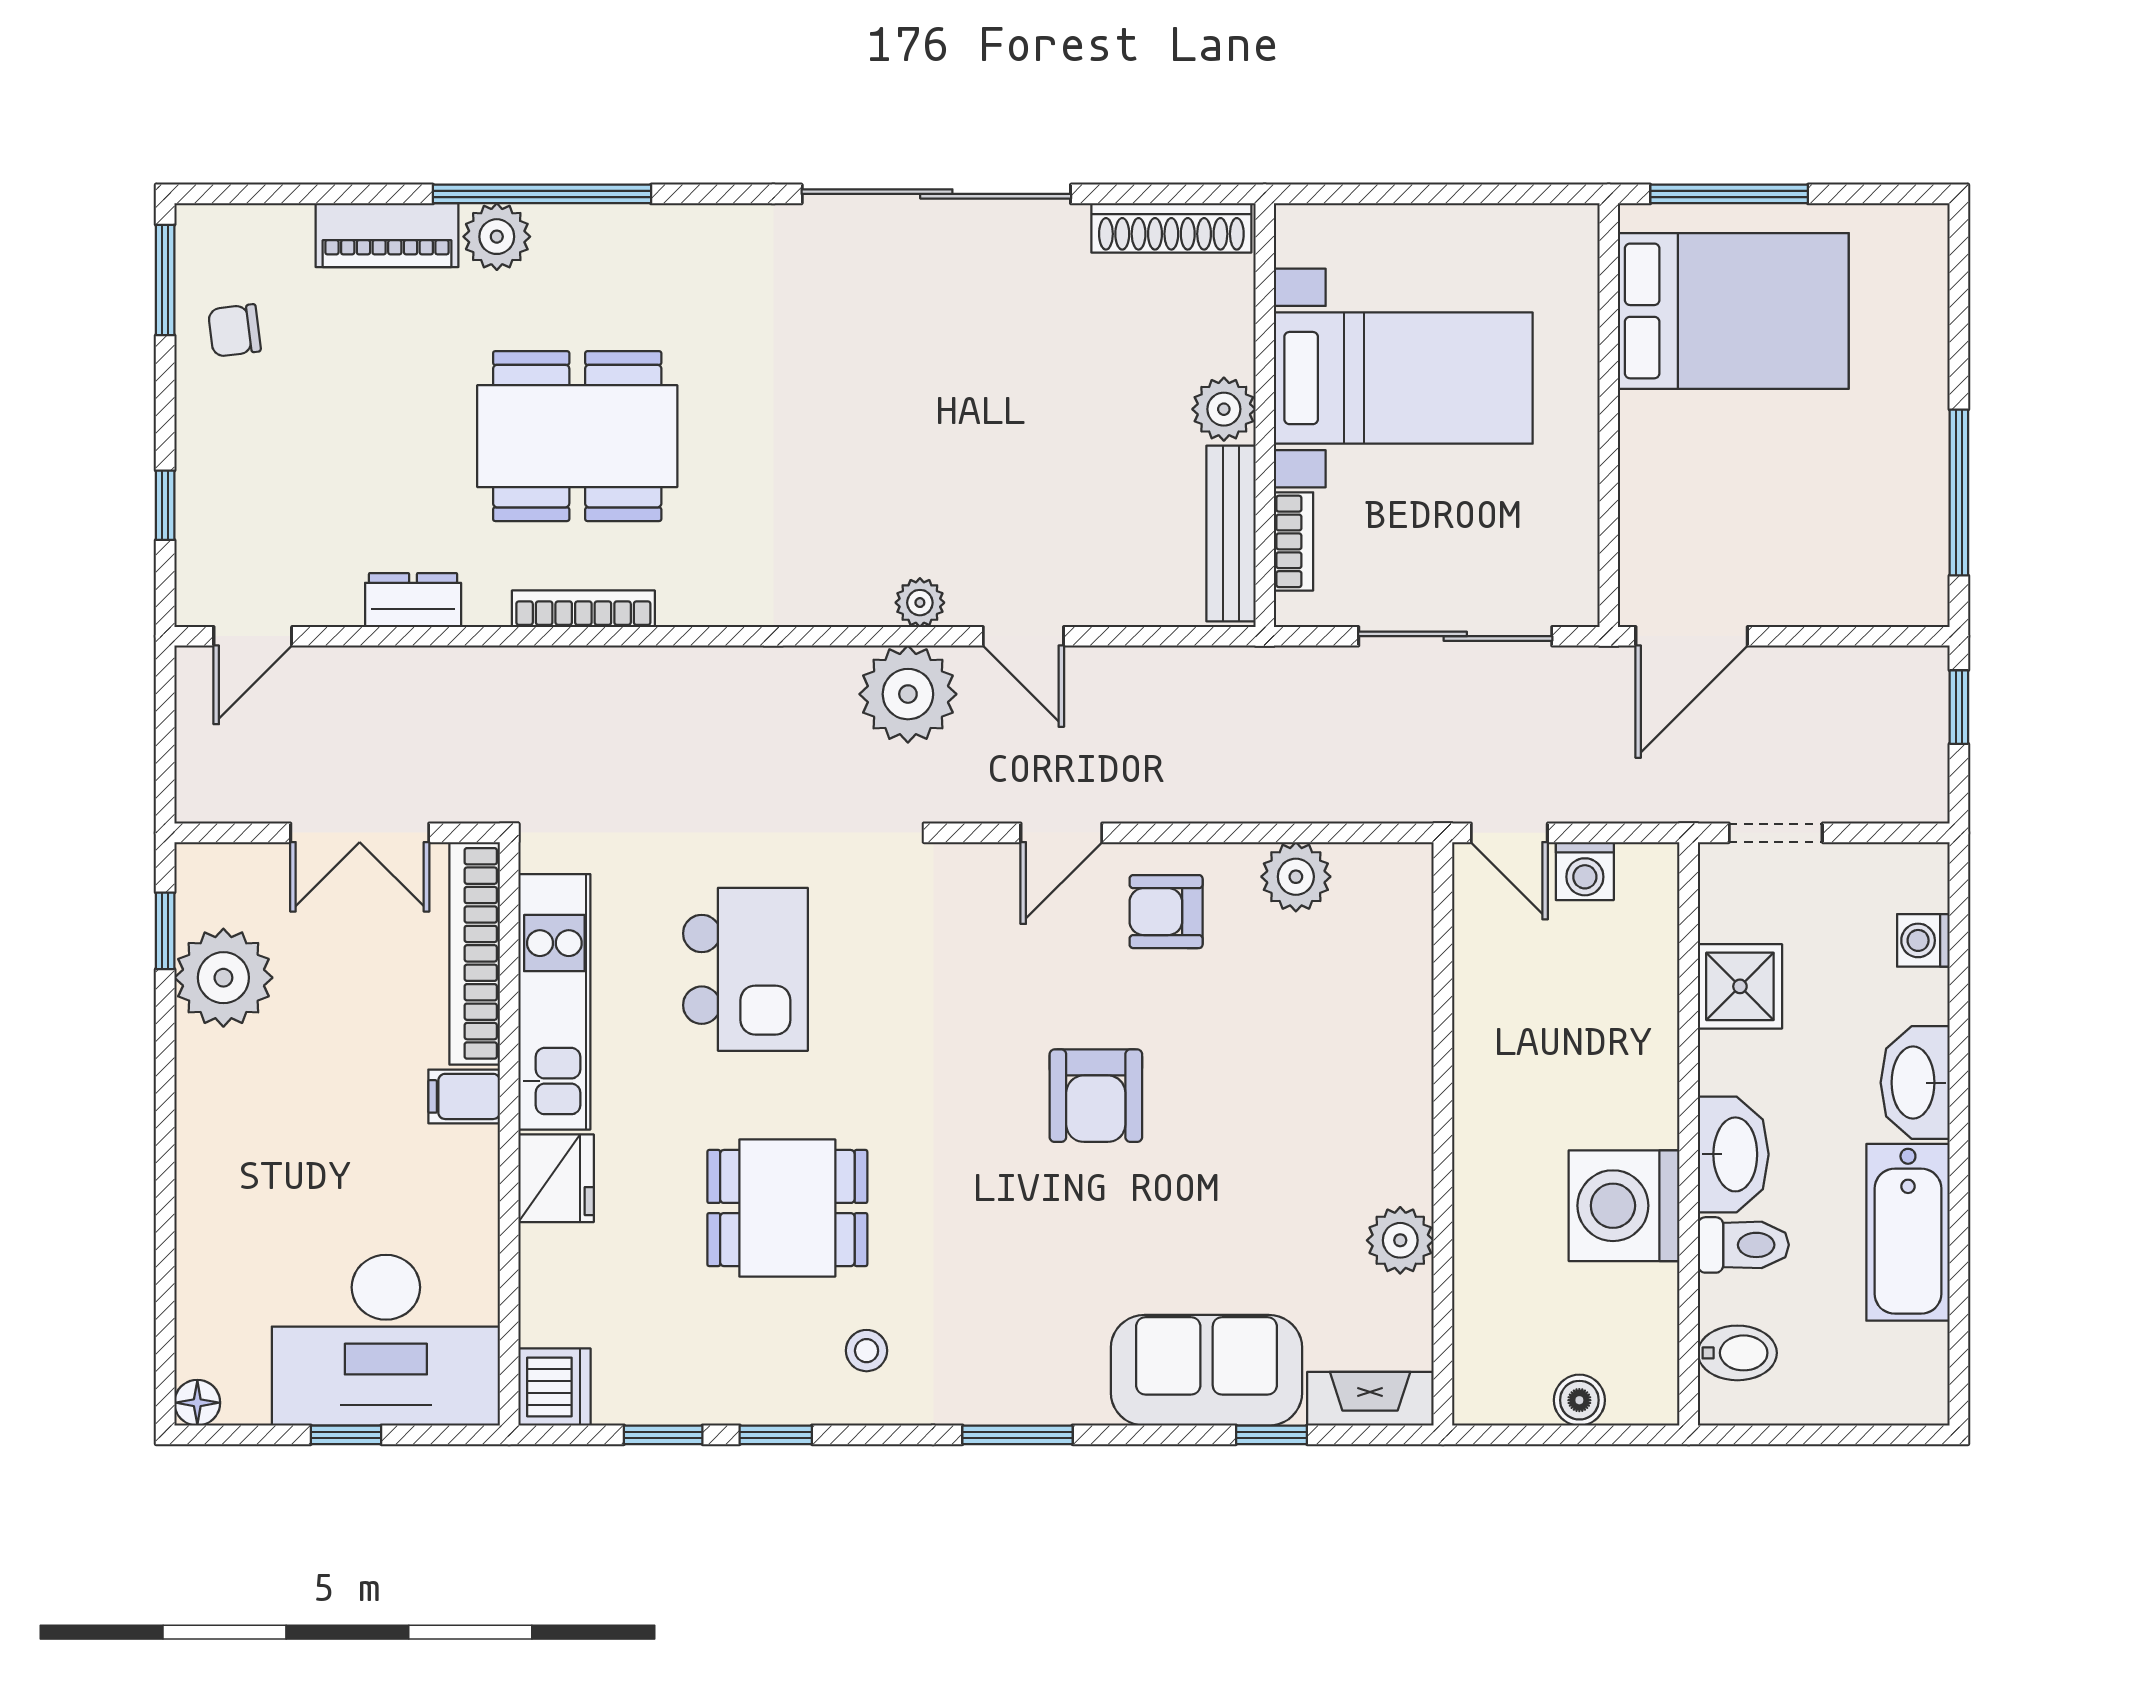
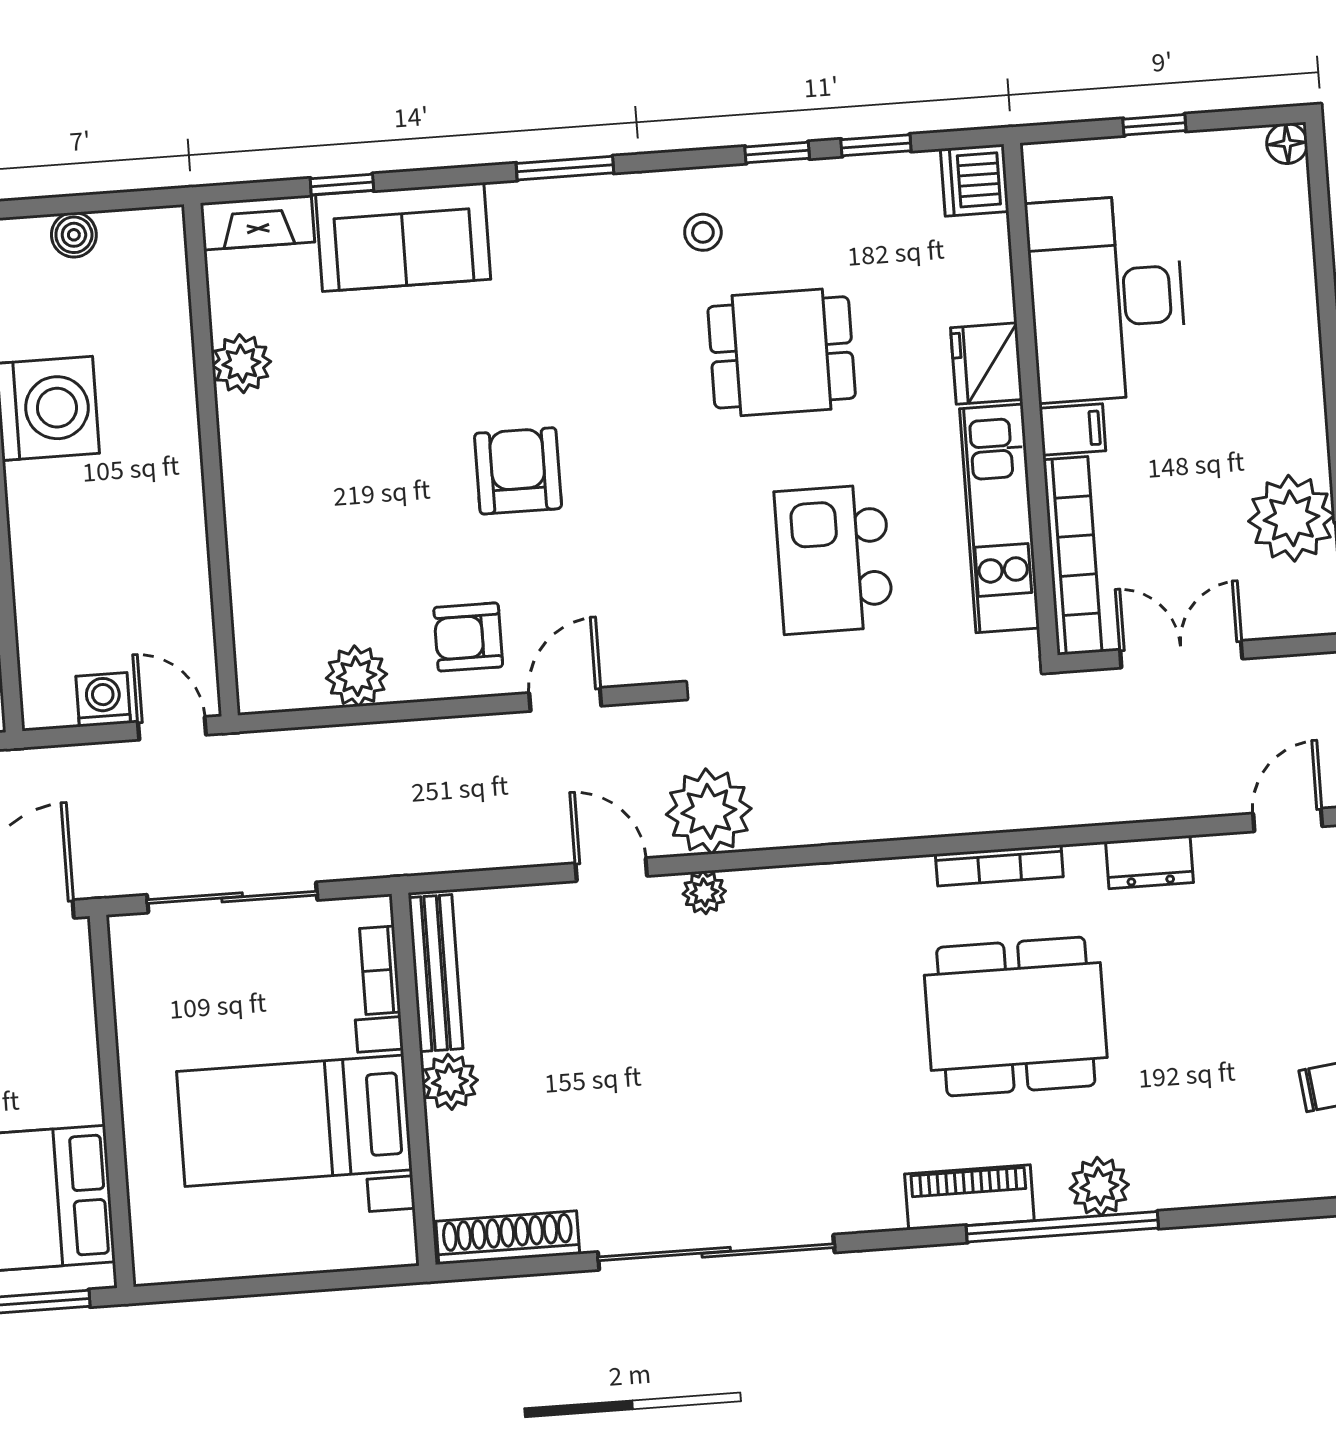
piano: (387, 235) -> (969, 1197), moved
armchair: (1166, 912) -> (468, 637), turned 180
desk: (386, 1340) -> (1107, 298), moved, turned -90

